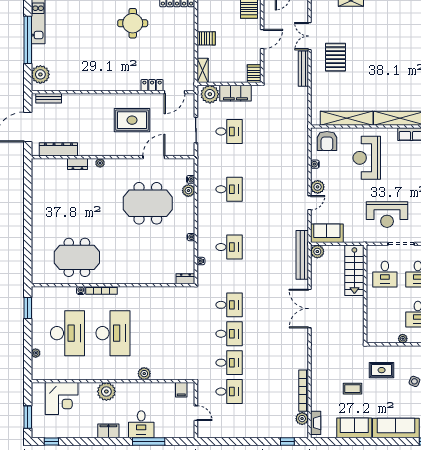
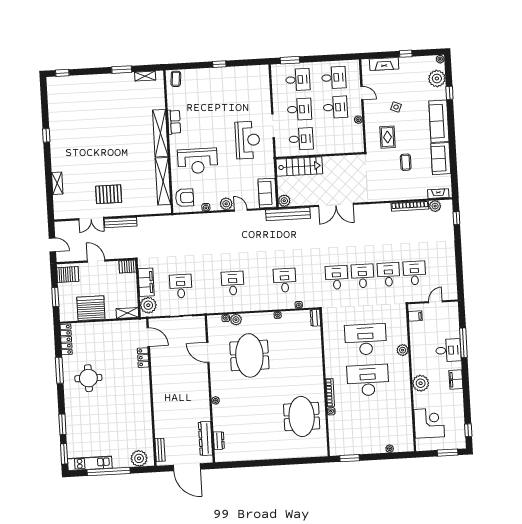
server rack: (206, 38) -> (91, 308), width x2.18, depth x1.44
rug: (132, 120) -> (175, 374), removed
dresser: (77, 164) -> (219, 441), moved
desk: (67, 333) -> (366, 339), moved

